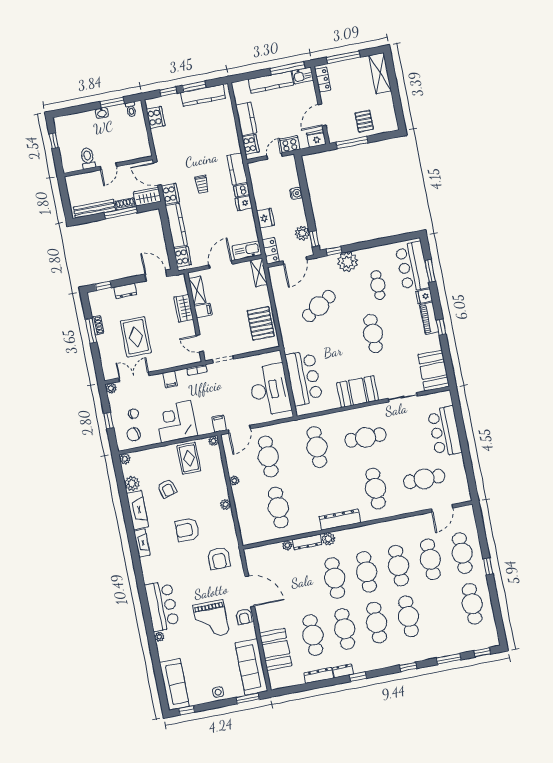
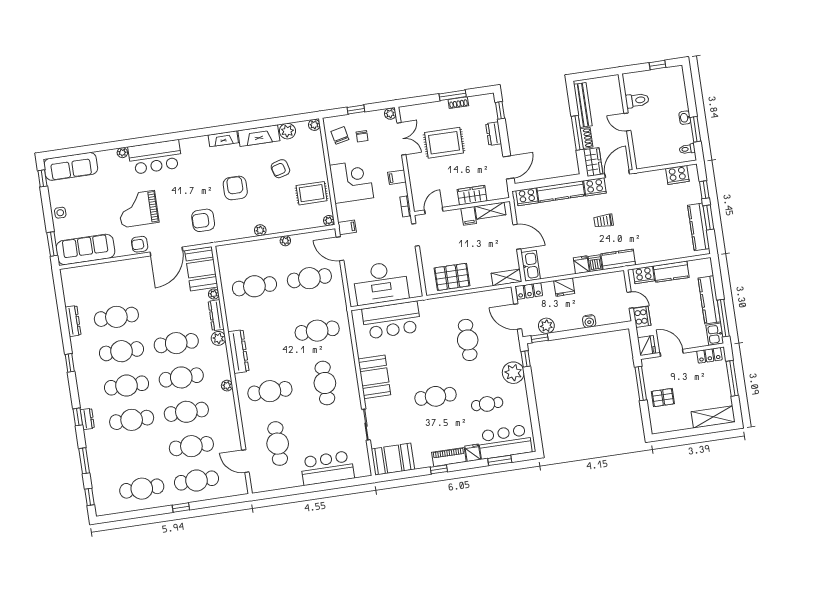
cafe table: (319, 306) -> (468, 340), turned 32
plant: (372, 529) -> (227, 386), added
booth: (276, 649) -> (201, 269), moved, turned 90
dresser: (343, 671) -> (87, 419), moved

